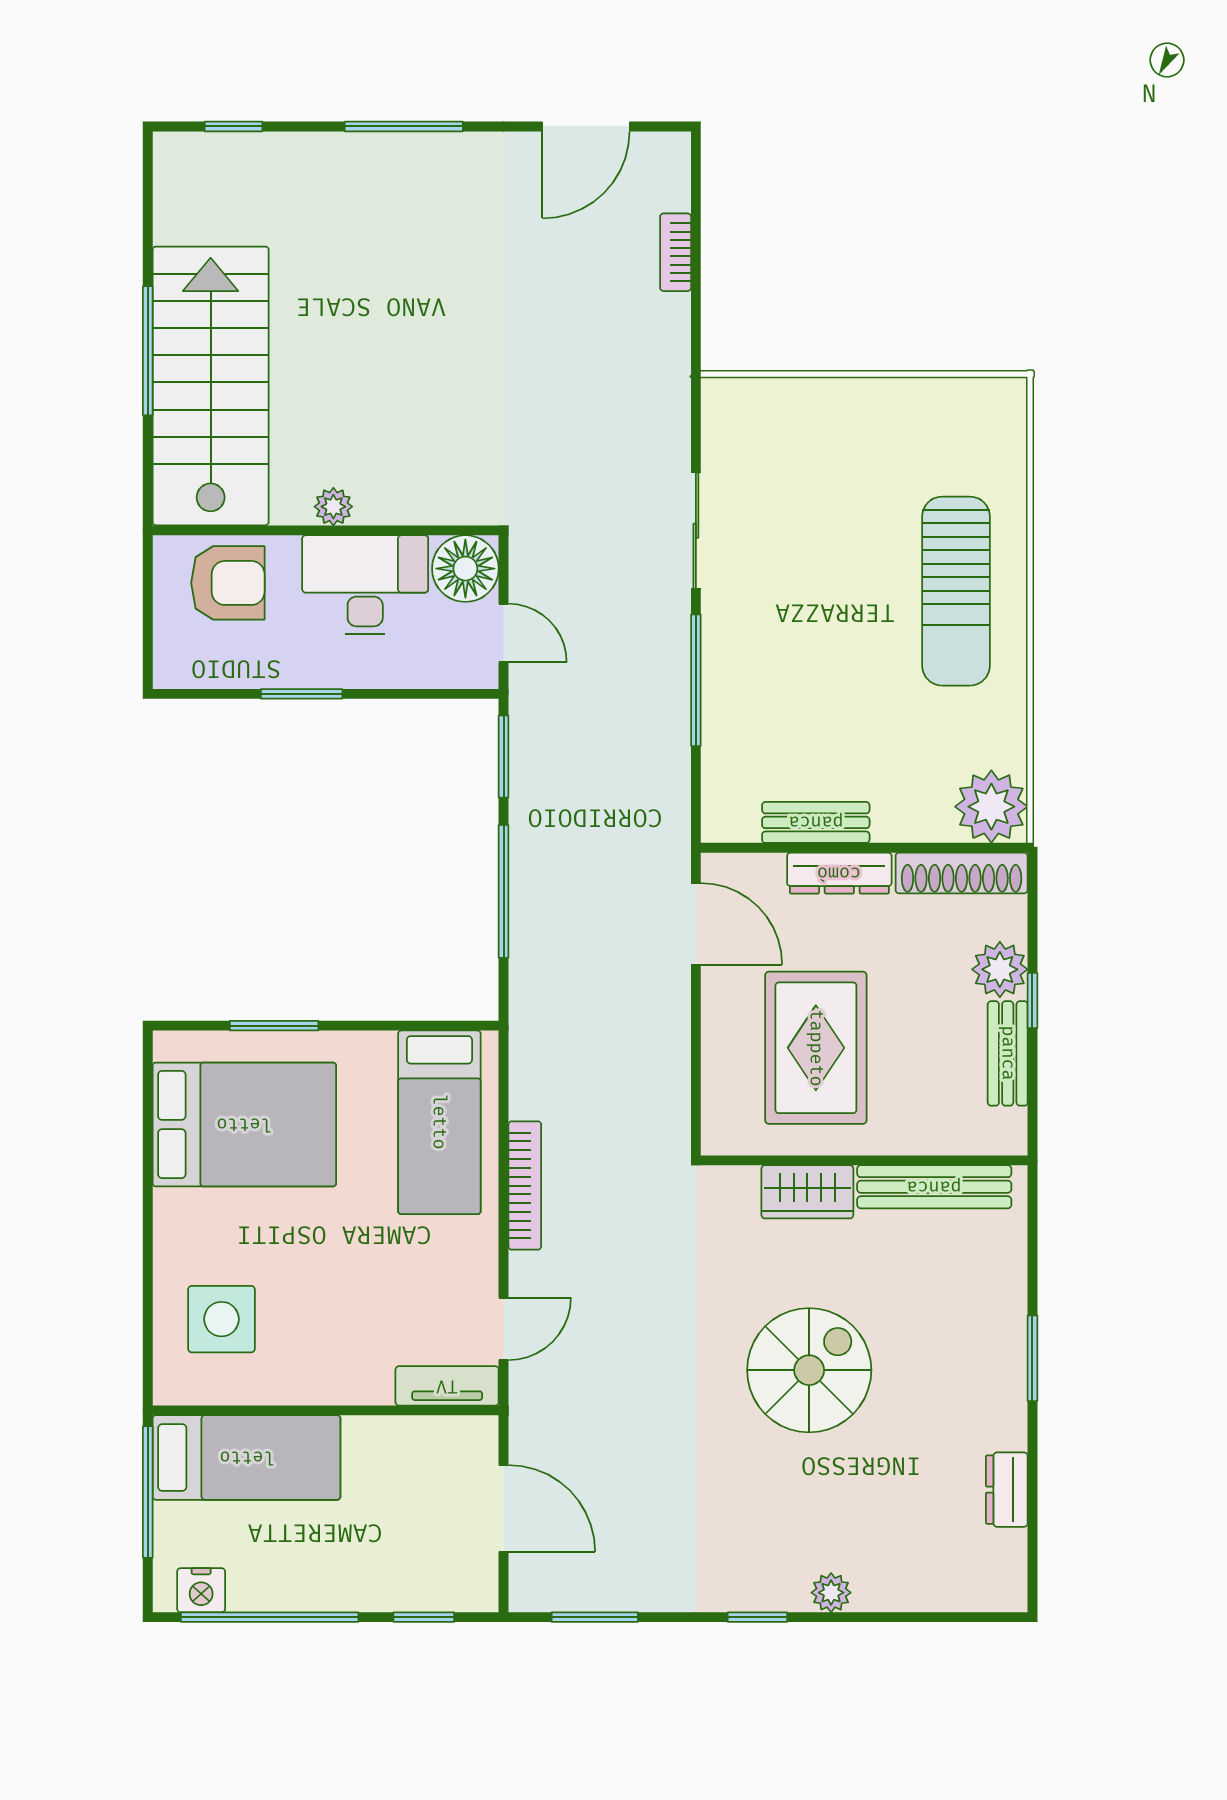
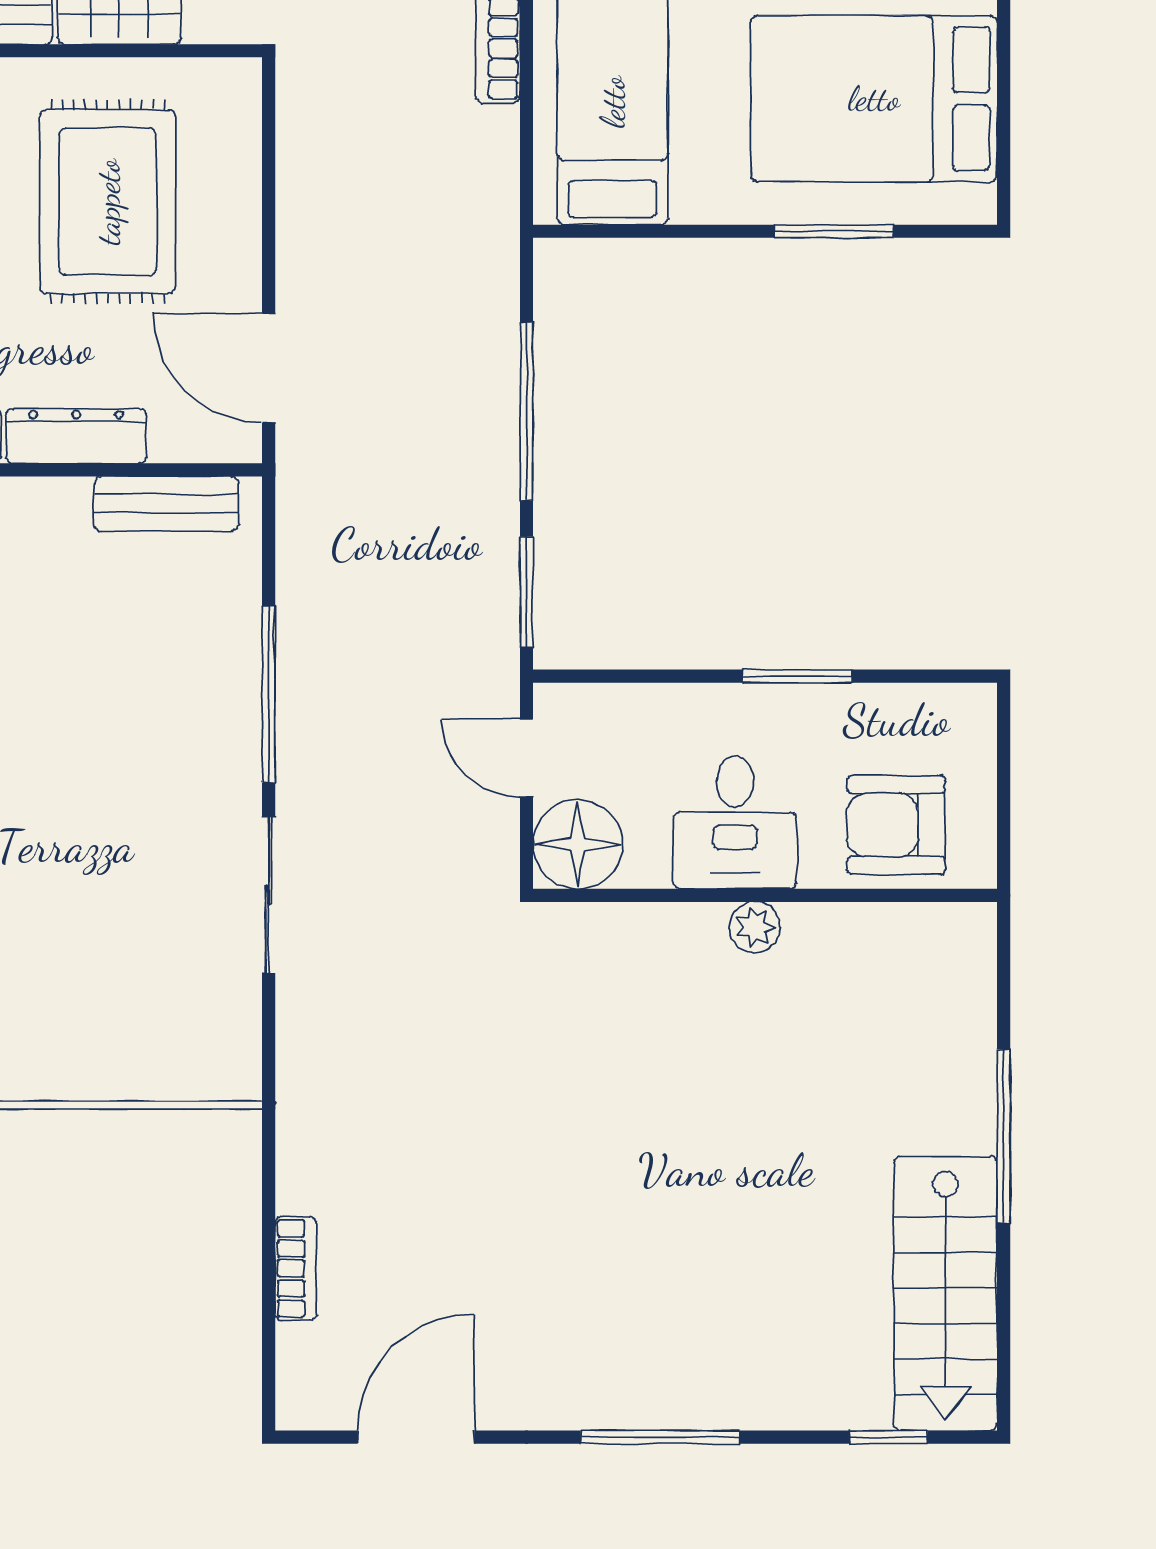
stairs: (211, 386) -> (945, 1294), moved, width x0.73, depth x0.66
desk: (365, 585) -> (735, 823), width x0.73
bench: (816, 822) -> (166, 504), moved

